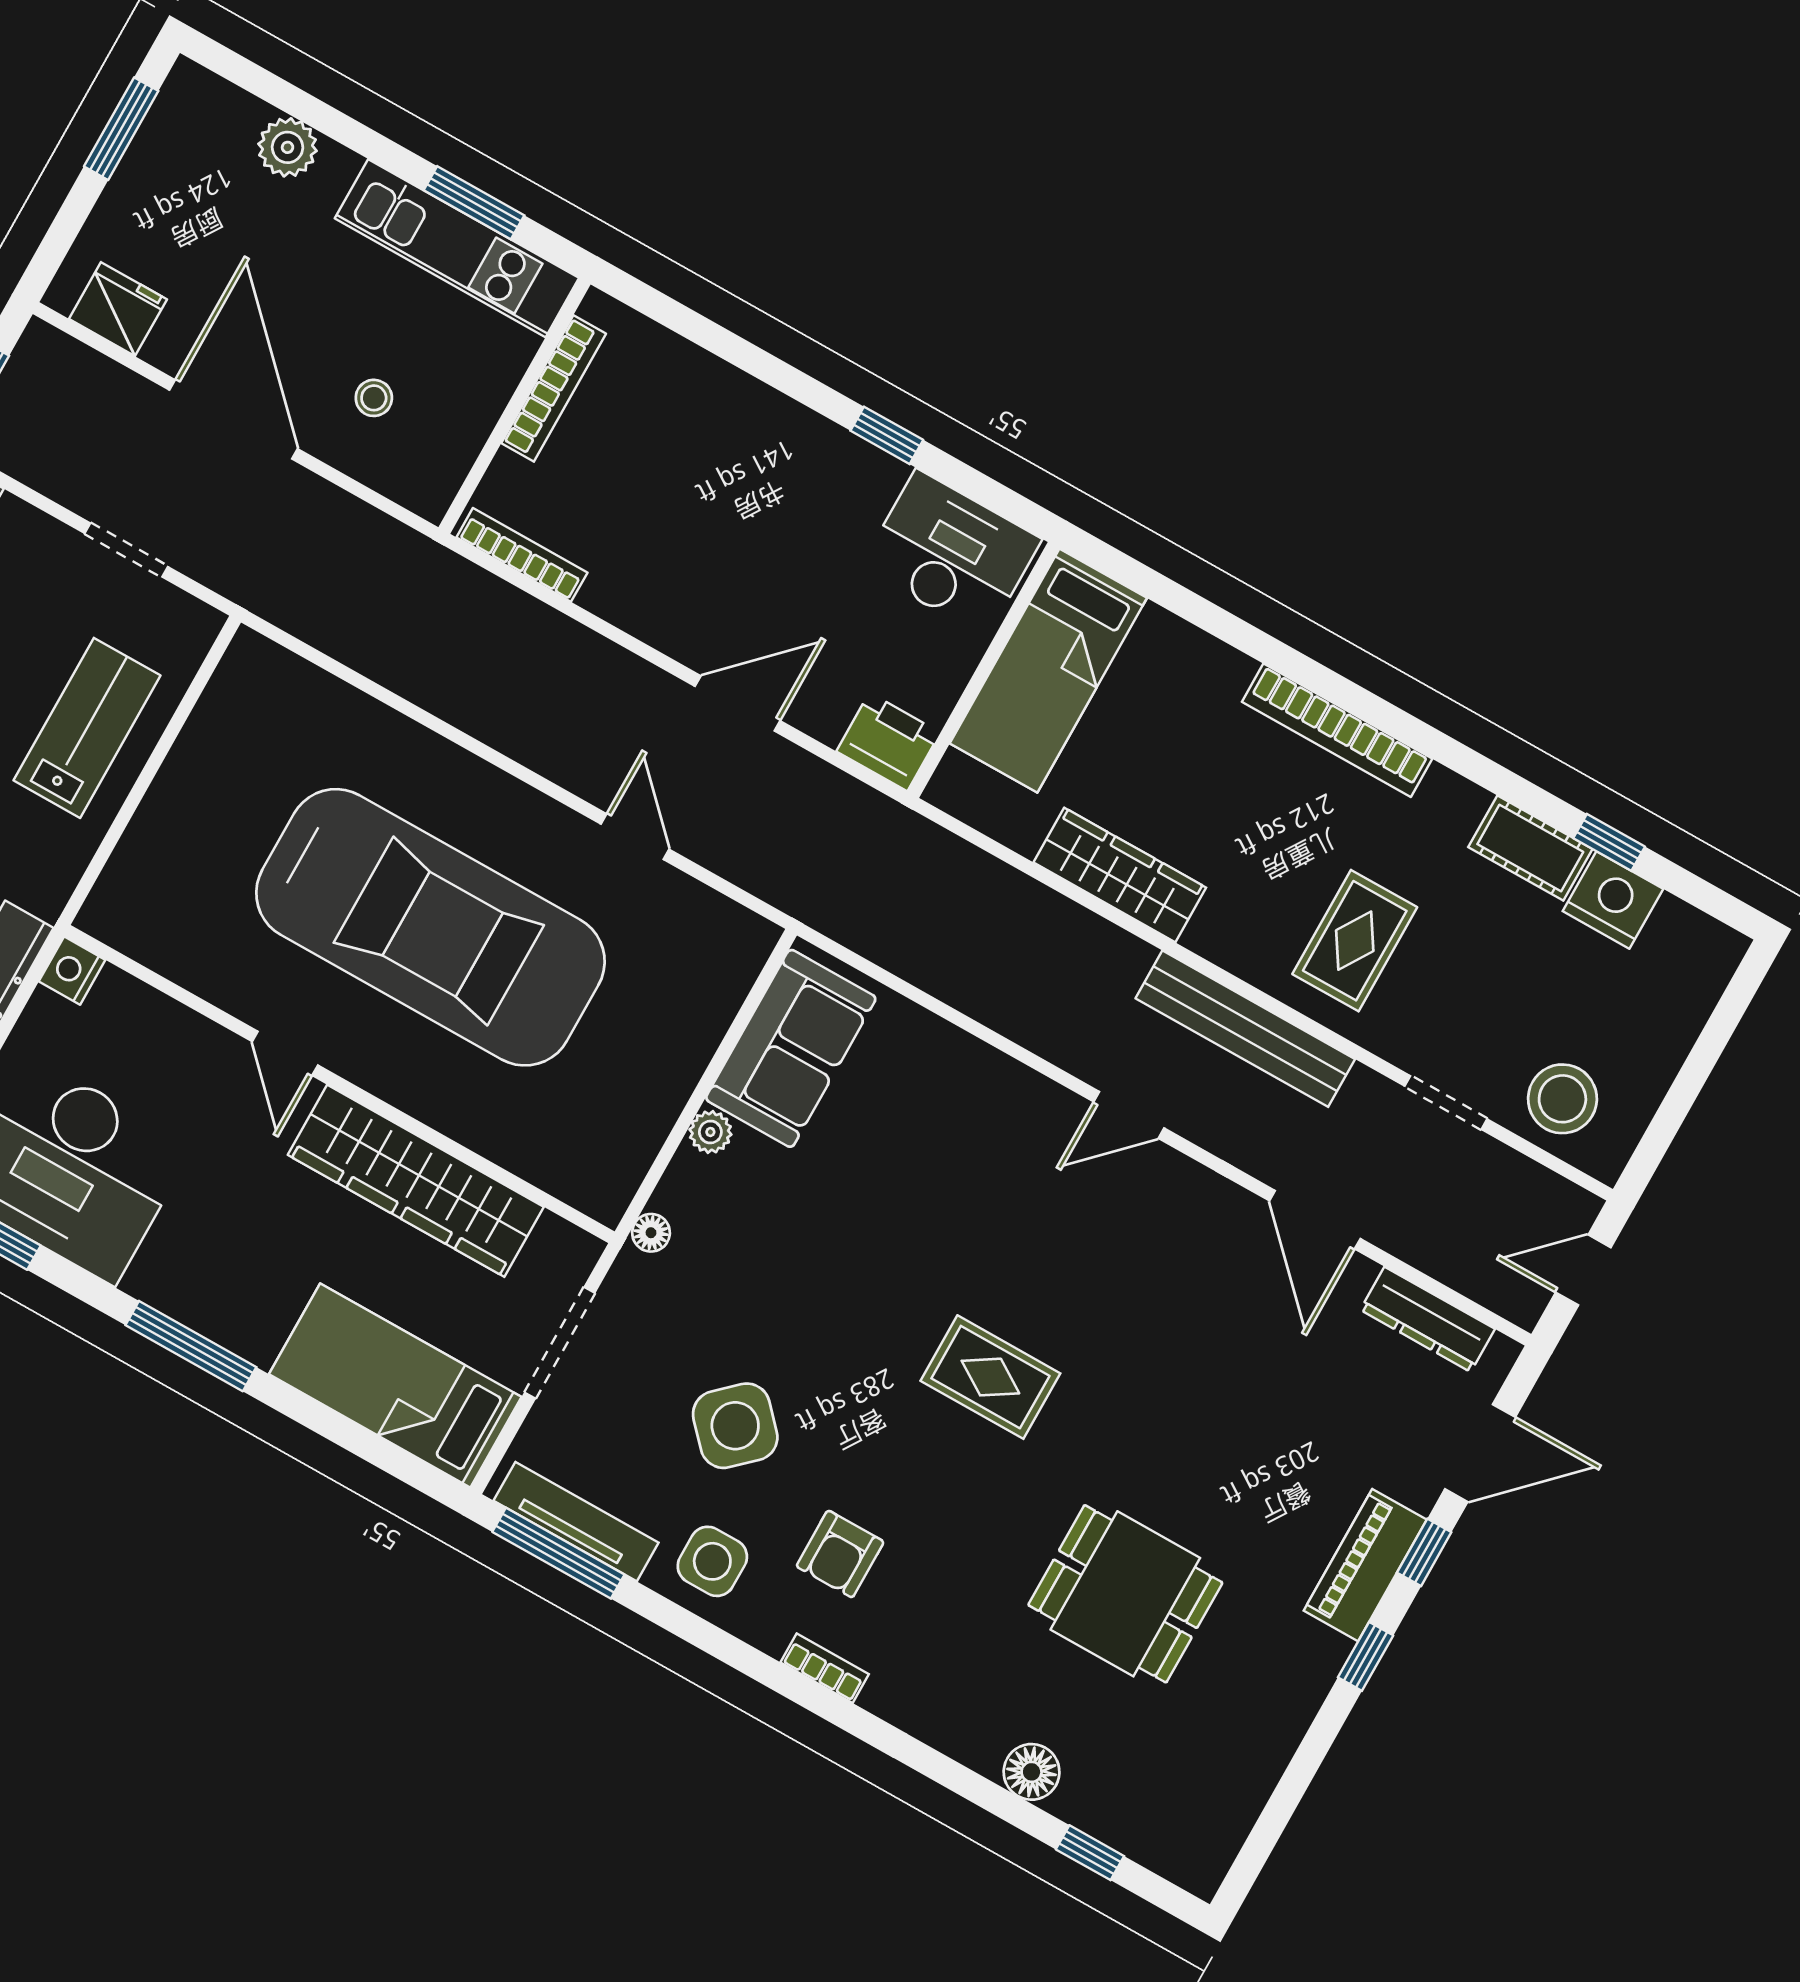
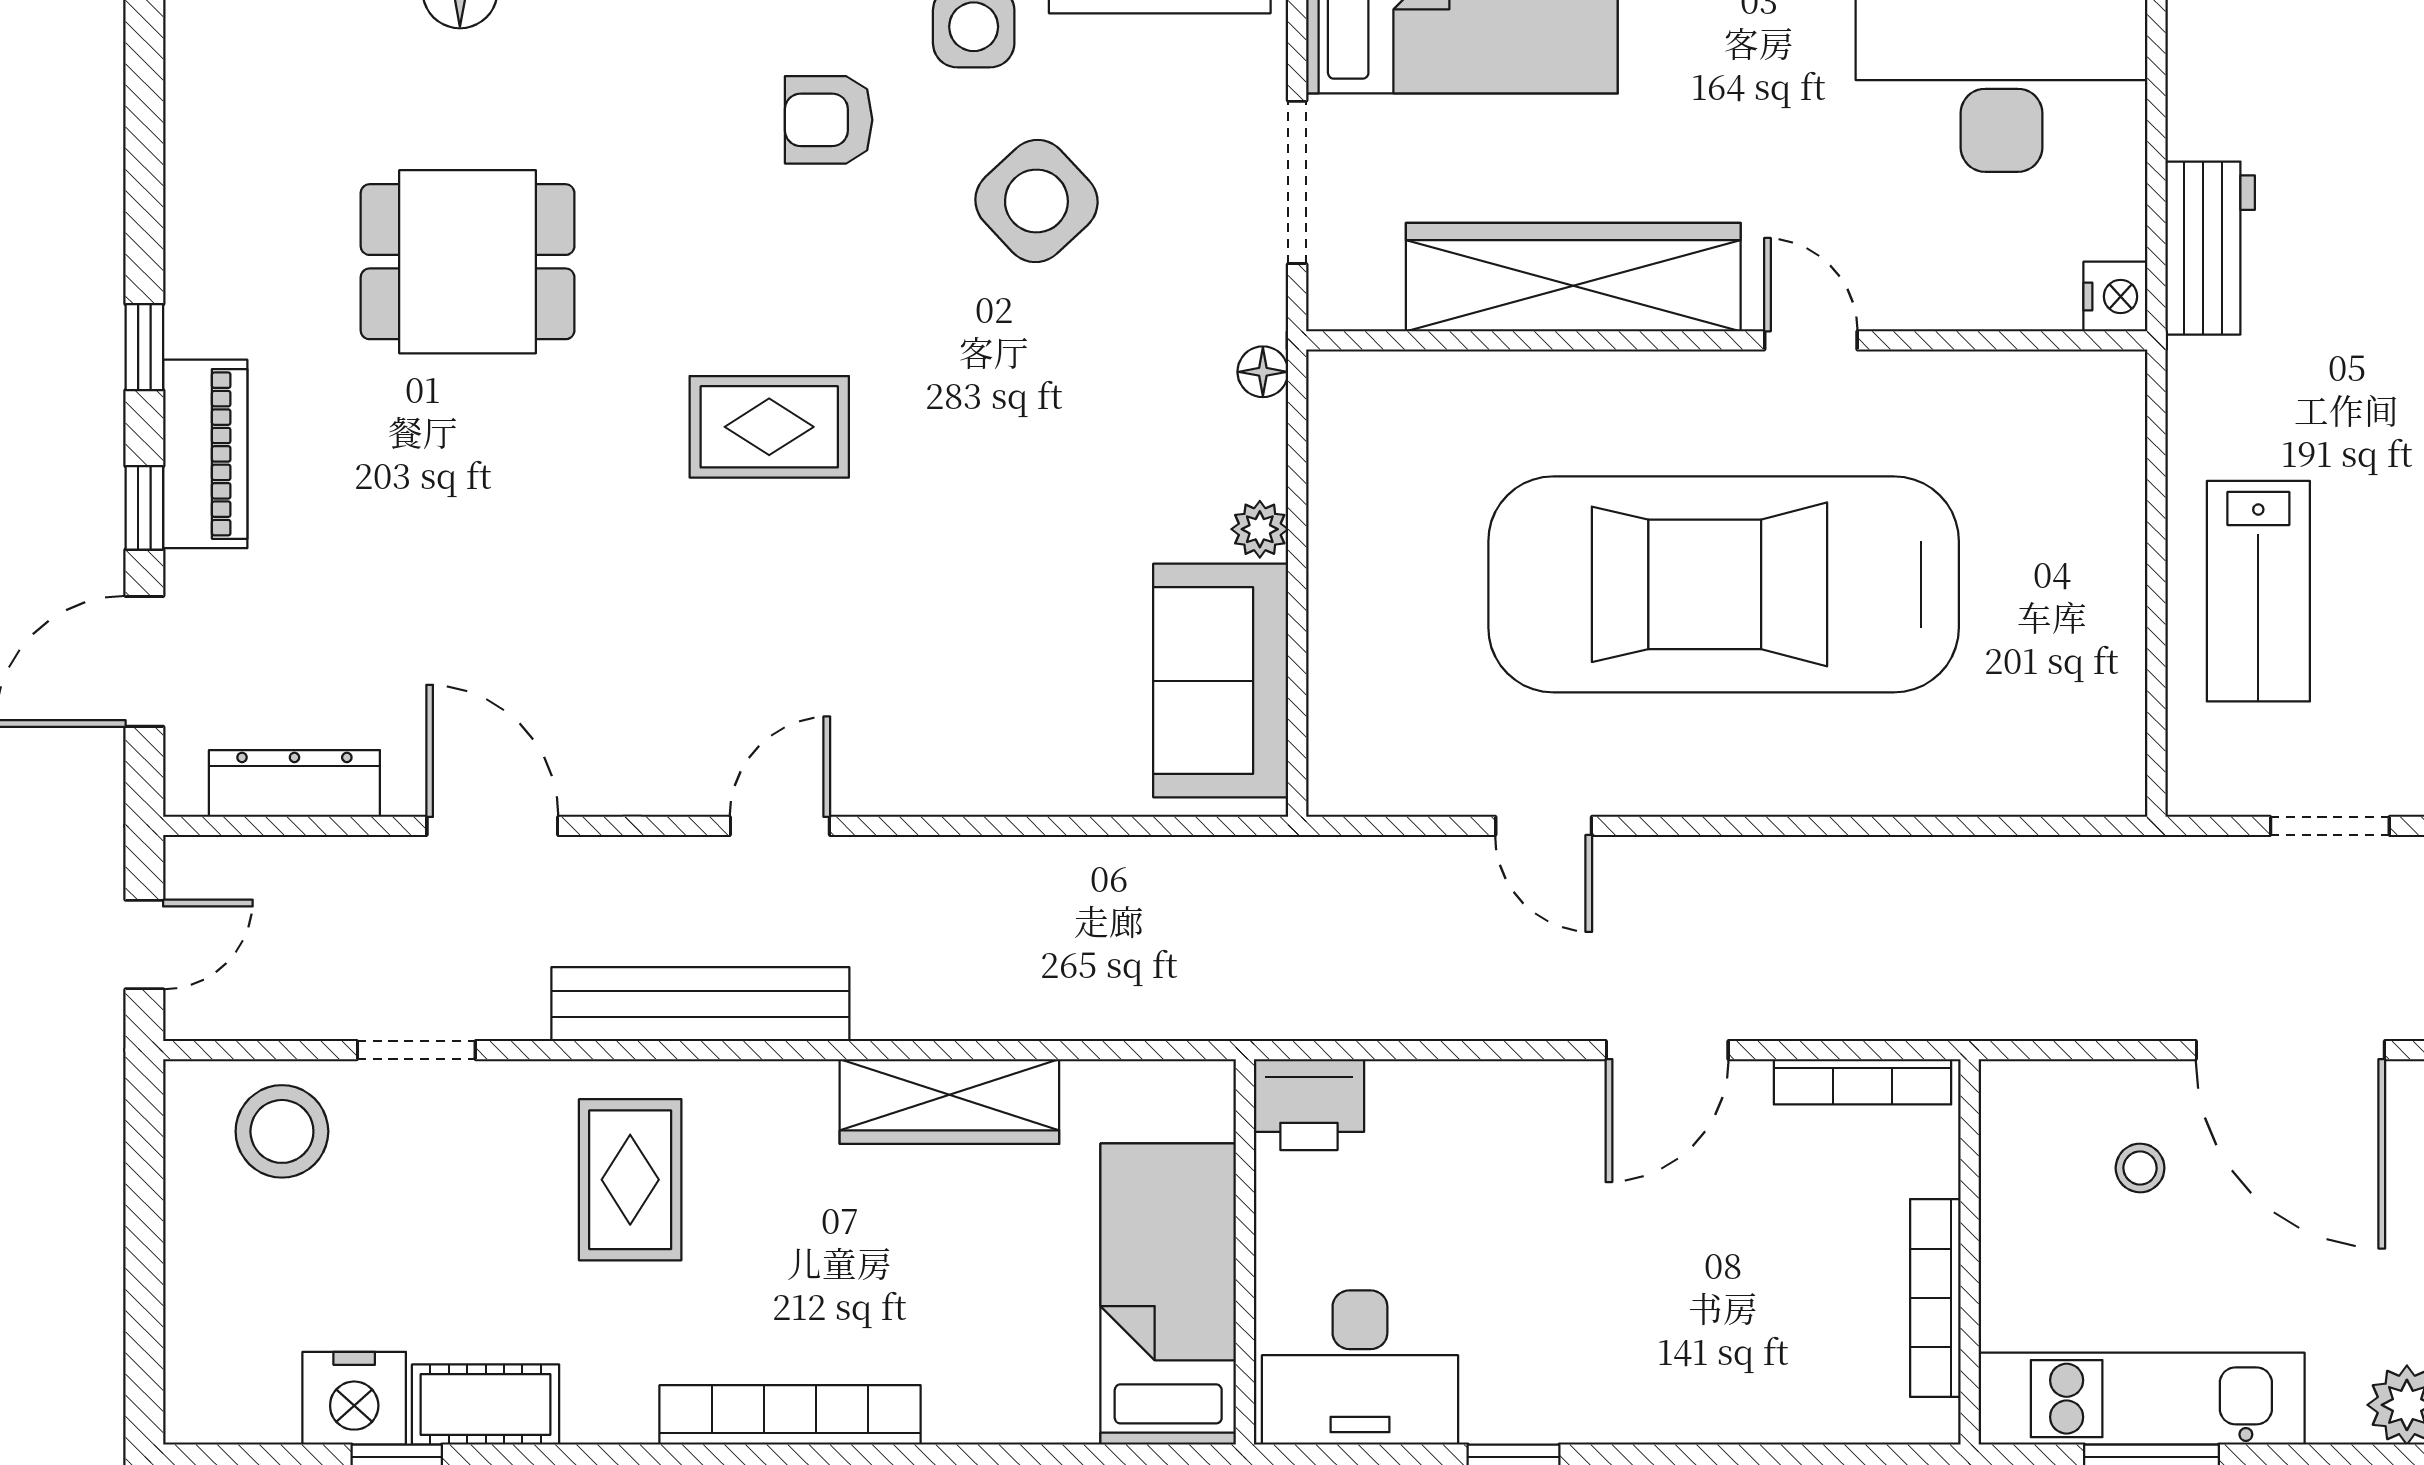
door: (738, 703) -> (1667, 1050), moved
armchair: (840, 1554) -> (829, 120), turned -90

